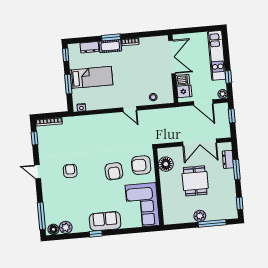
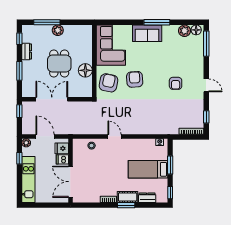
window: (232, 116) -> (19, 111), moved
dresser: (228, 159) -> (27, 52), moved
floor lamp: (166, 164) -> (85, 70), moved
armchair: (141, 165) -> (108, 83), turned -79
window: (96, 234) -> (157, 22), width x2.17

